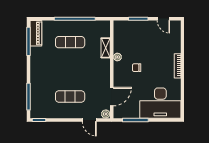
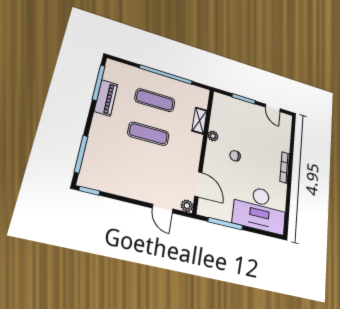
piano: (36, 33) -> (106, 98), moved
exercise mat: (70, 97) -> (148, 134), moved
door: (112, 97) -> (198, 184), hinge flipped

